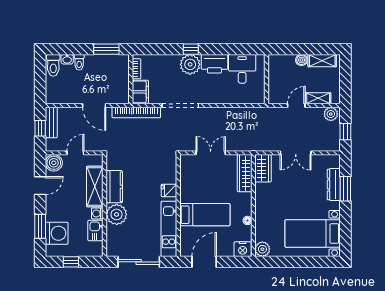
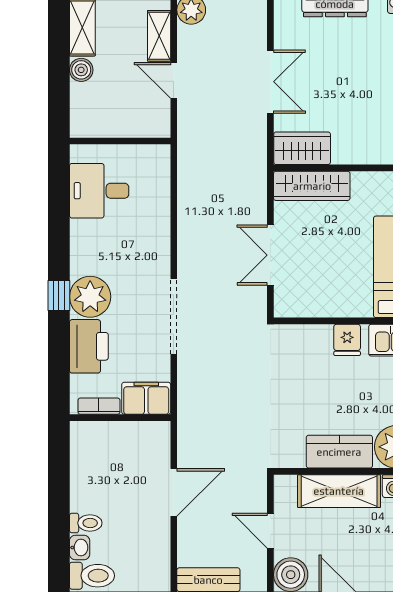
window: (106, 49) -> (59, 468), removed
printer: (214, 64) -> (89, 346), moved
bookcase: (136, 112) -> (188, 406), removed

